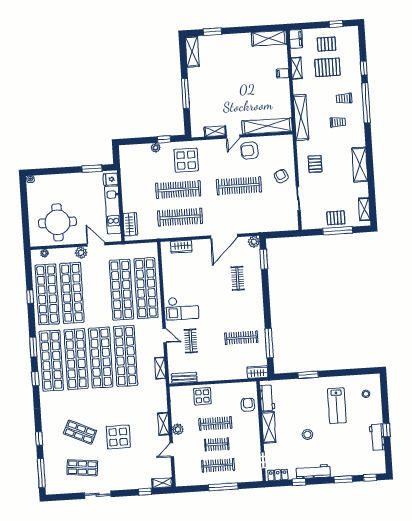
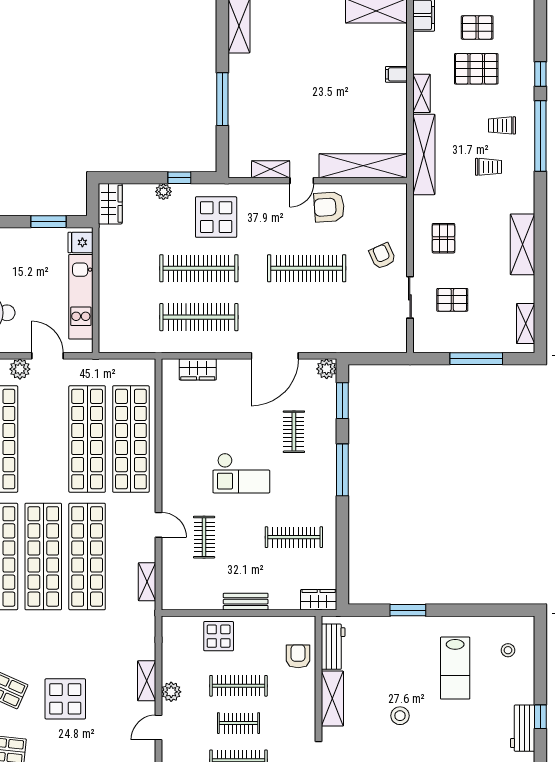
shelving: (297, 68) -> (421, 93), moved
pallet: (336, 218) -> (452, 300), moved
wardrobe: (130, 224) -> (110, 204), moved
checkout: (182, 308) -> (241, 473), moved
window: (269, 343) -> (342, 470), moved
bench: (184, 378) -> (246, 602), moved

